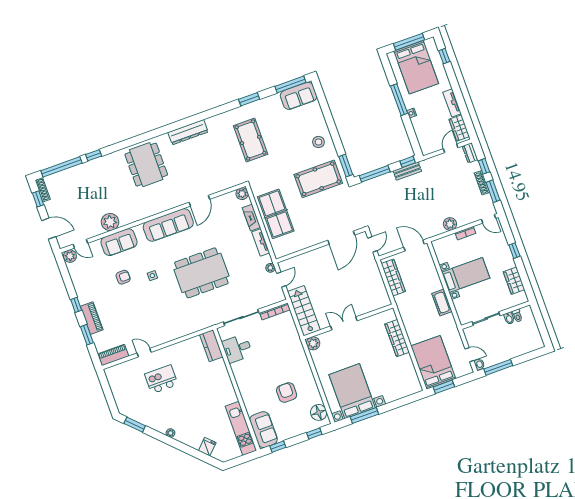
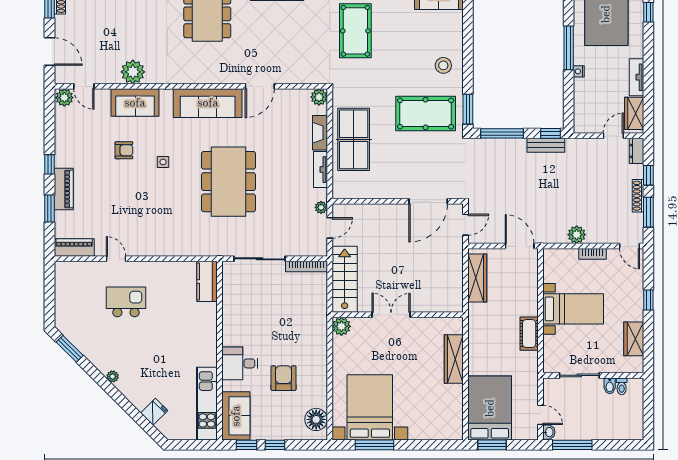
dining table: (201, 273) -> (228, 182), turned 90
desk: (237, 348) -> (240, 363), moved
window: (314, 434) -> (275, 445), moved

